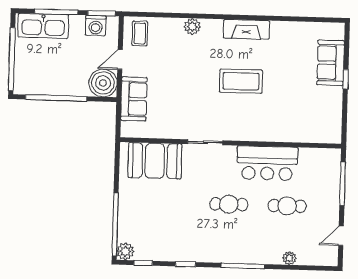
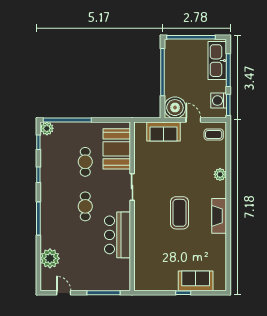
cafe table: (287, 206) -> (85, 162), moved
plant: (289, 258) -> (50, 258), width x1.87, depth x1.87

